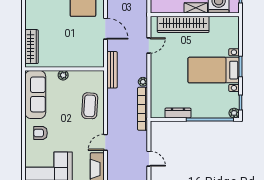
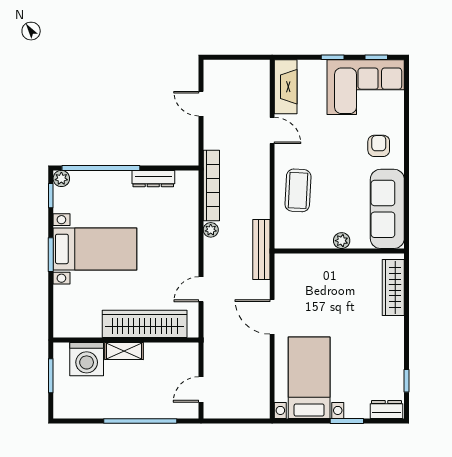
armchair: (40, 133) -> (379, 146), turned -90
door: (105, 142) -> (272, 131), hinge flipped

